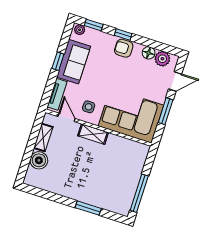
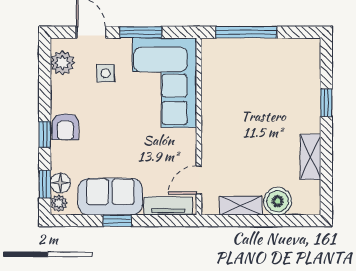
floor lamp: (149, 53) -> (60, 183), moved
side table: (89, 107) -> (106, 73), moved
shelving: (93, 134) -> (311, 157), moved
window: (139, 193) -> (246, 32), moved
window: (88, 208) -> (326, 103), width x0.67

